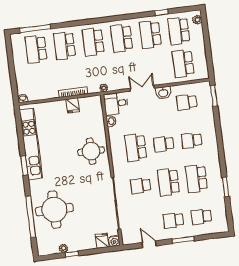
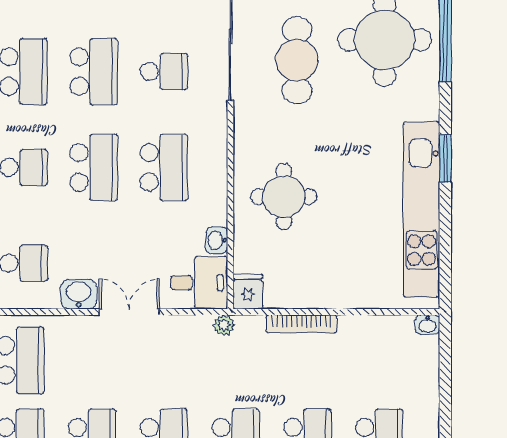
double door: (142, 88) -> (129, 312), swing flipped
fridge: (73, 105) -> (248, 292), moved
school desk: (164, 144) -> (94, 167), width x1.85
round table: (91, 151) -> (284, 197), moved
cafe table: (88, 197) -> (297, 60), added

